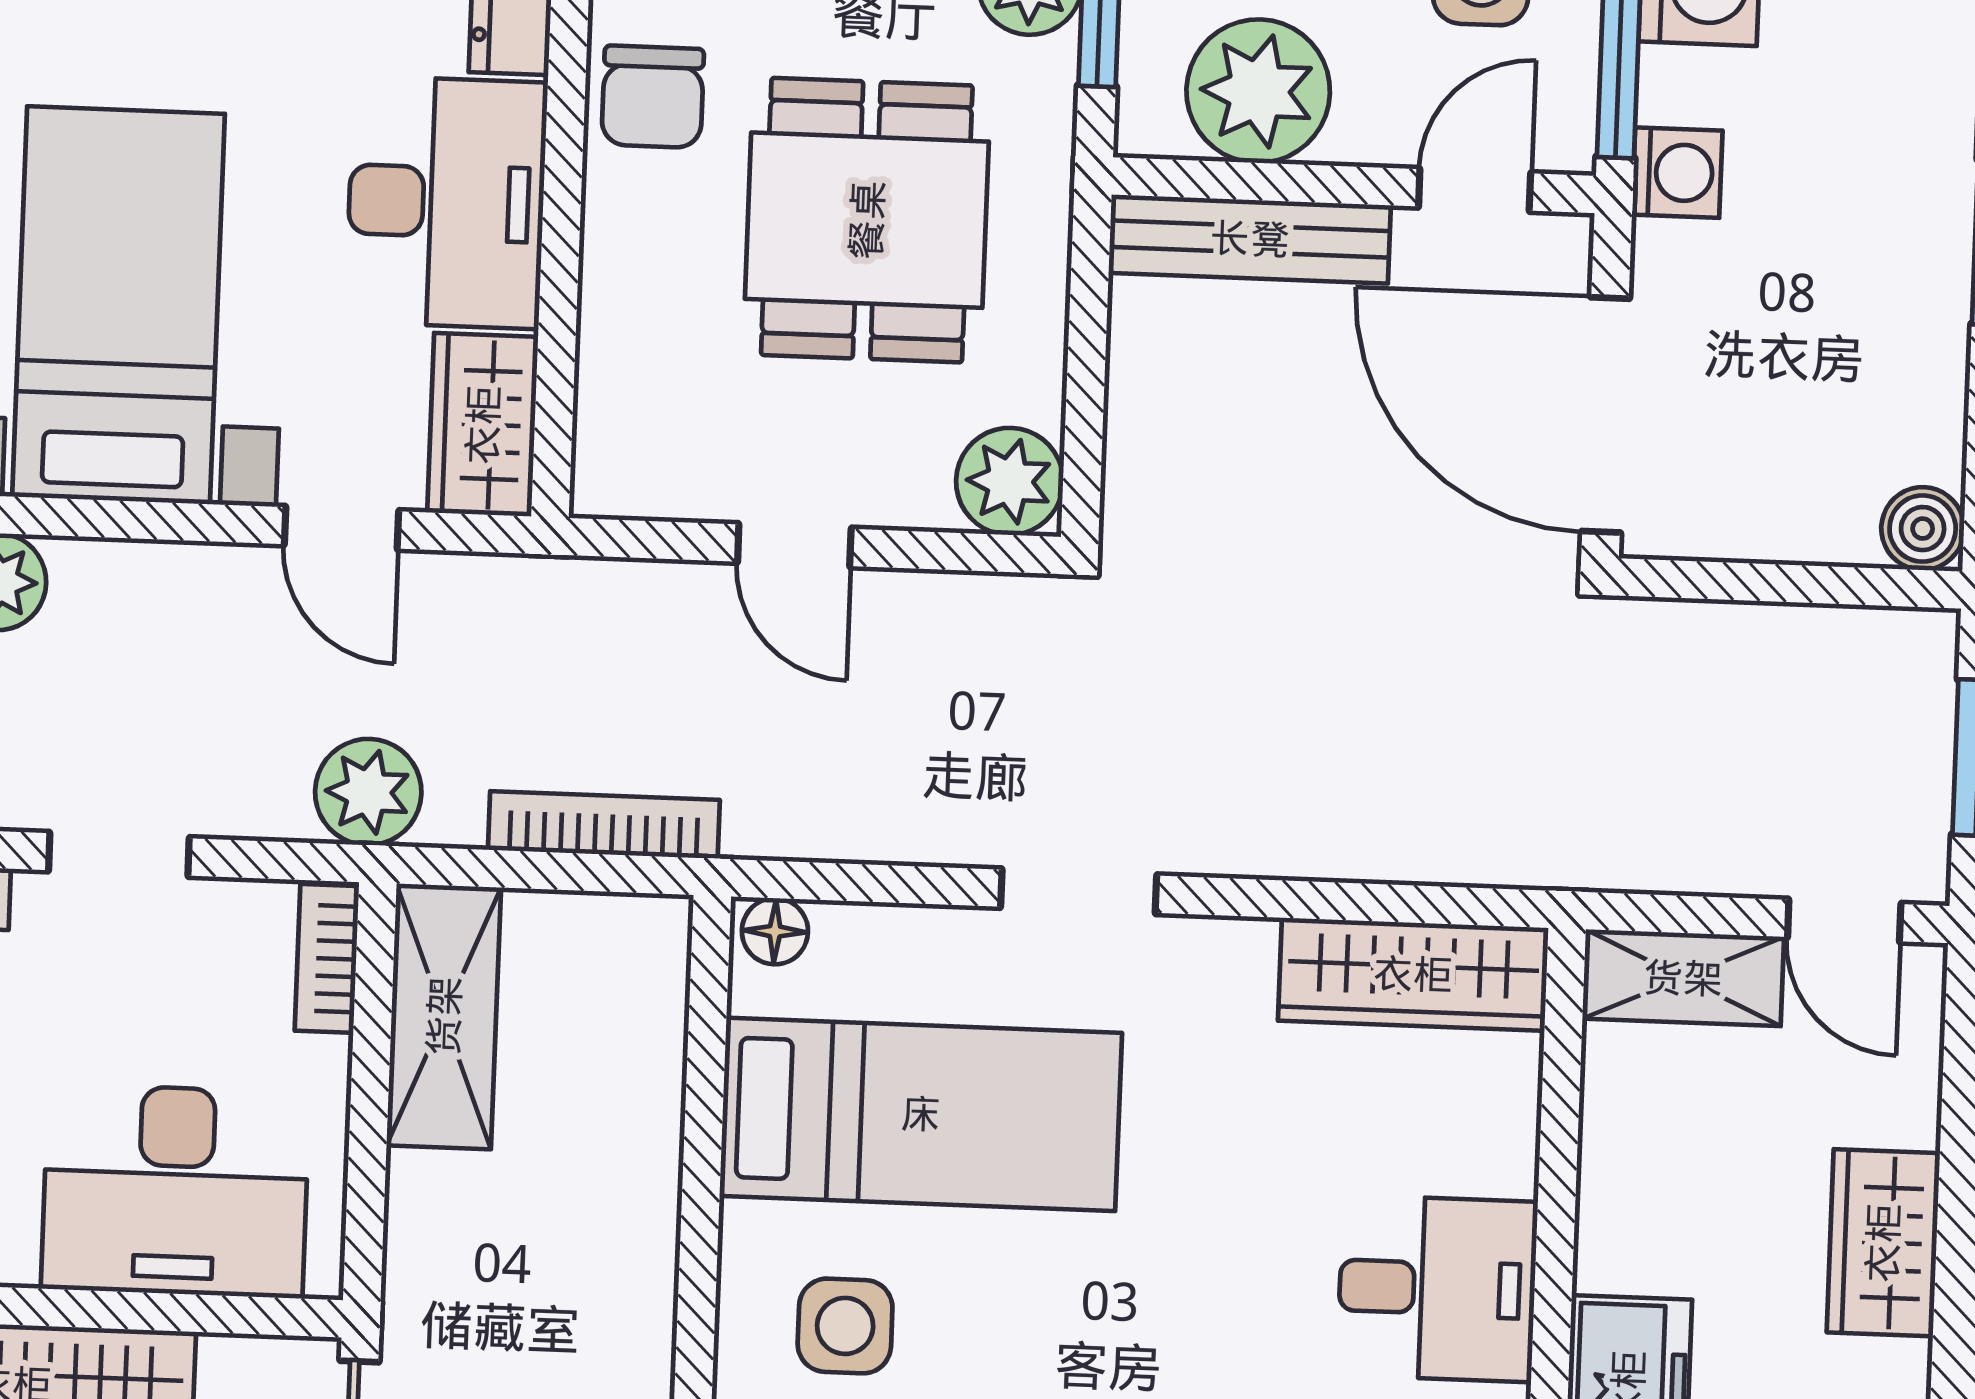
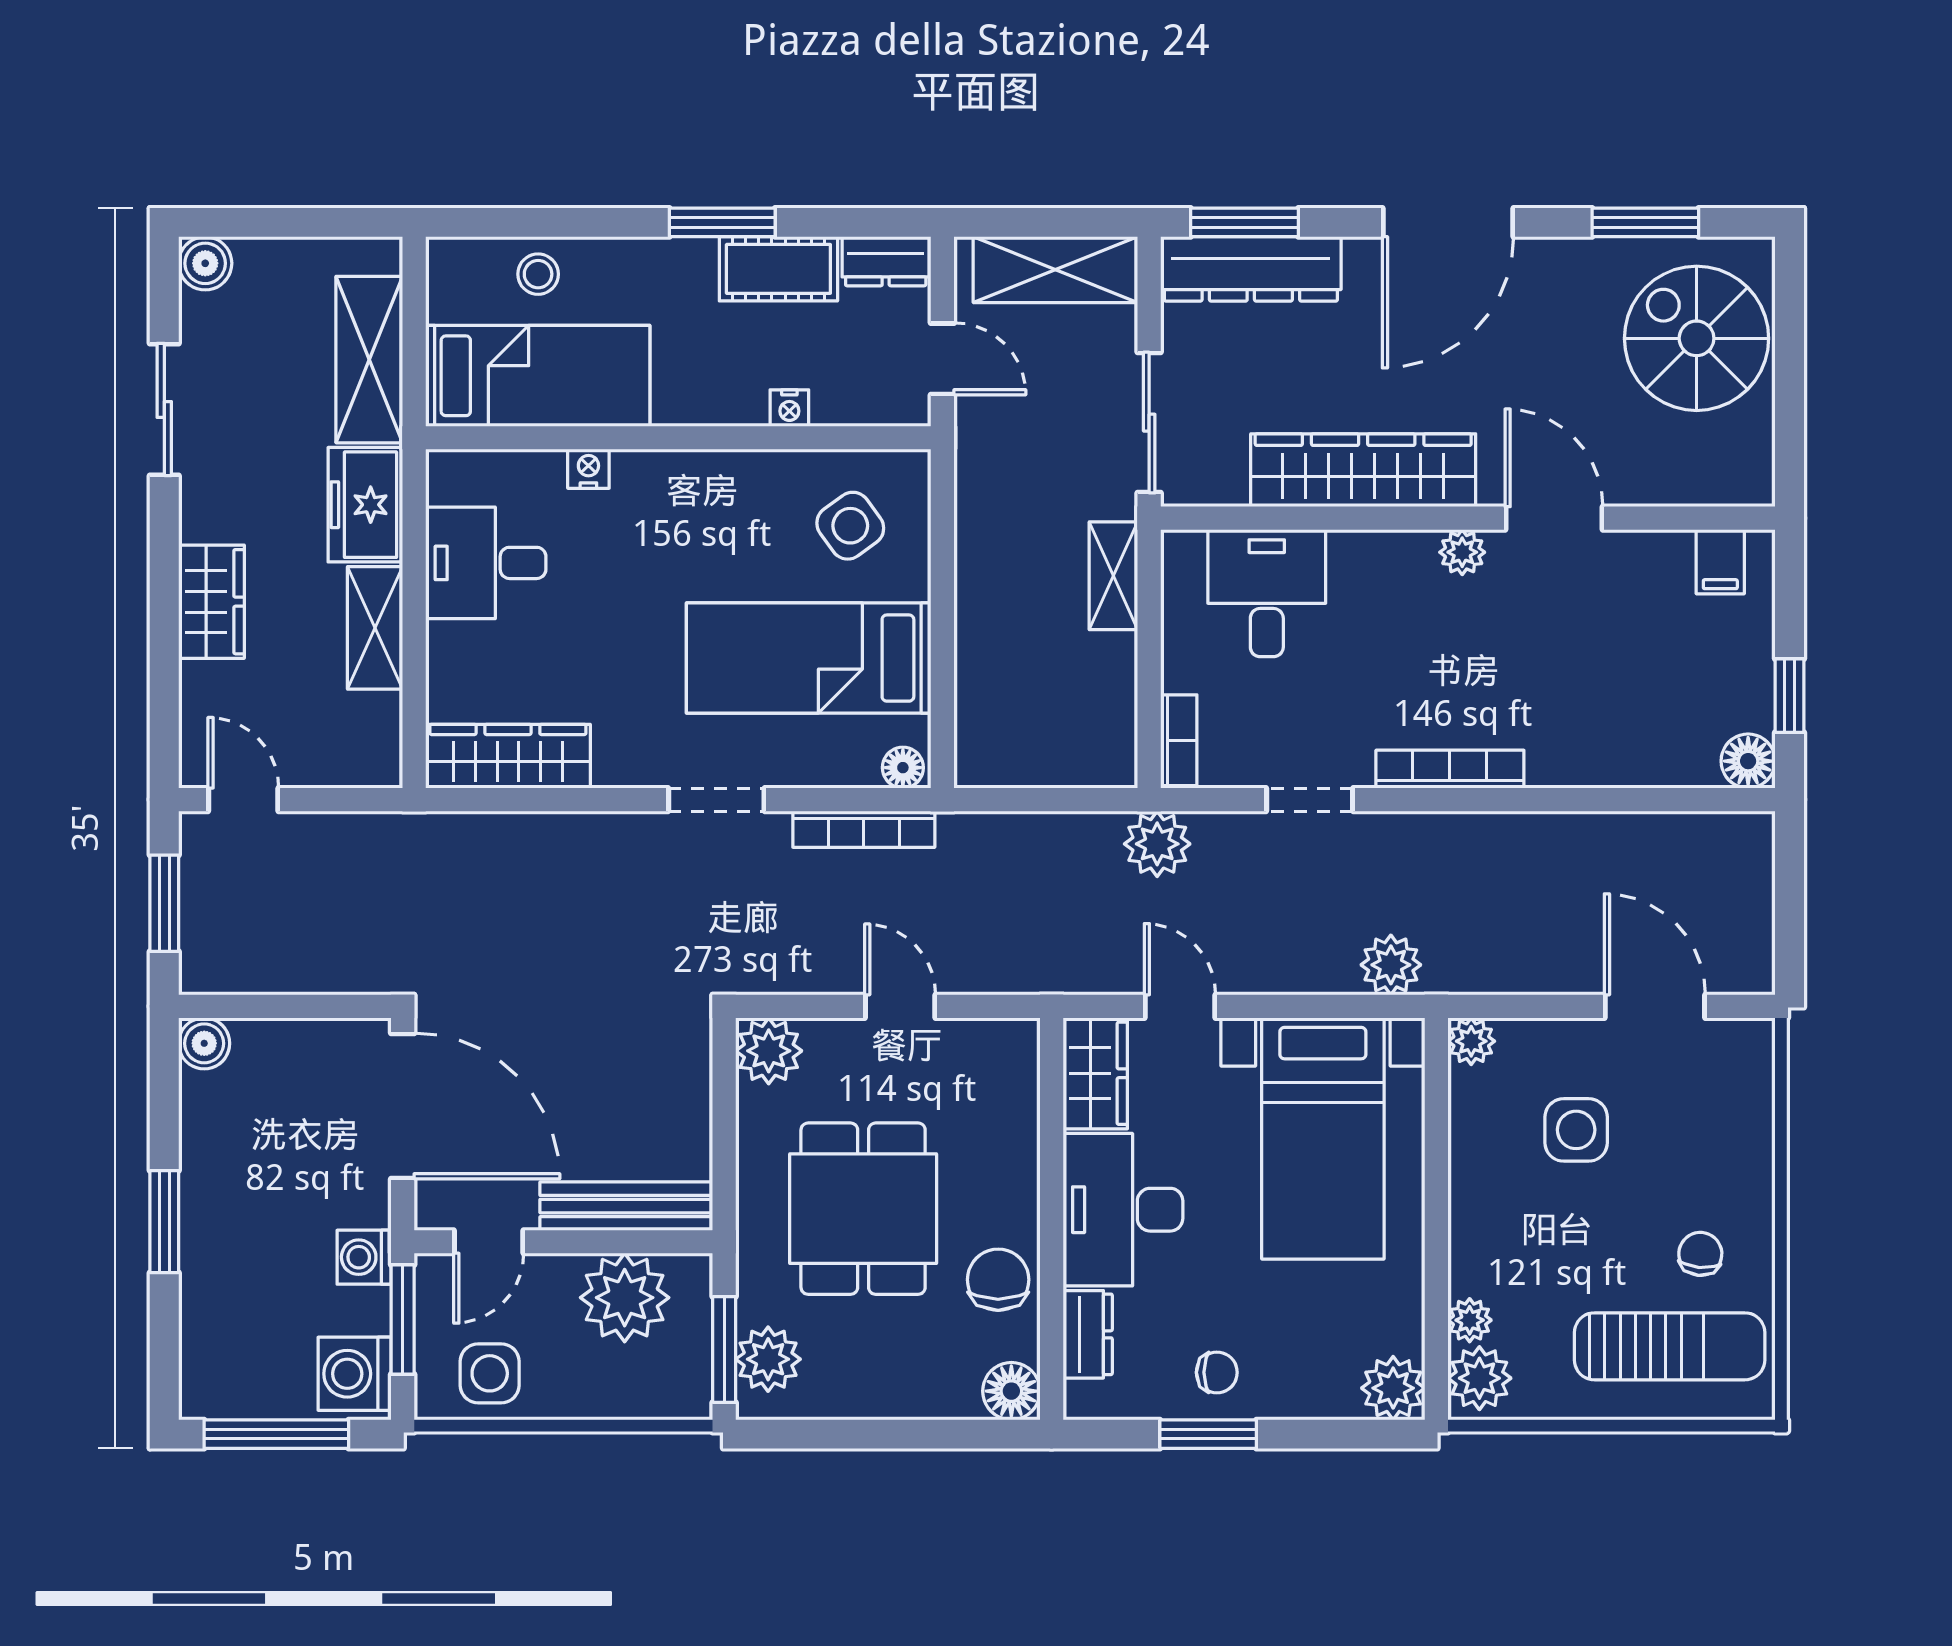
bookcase: (604, 825) -> (864, 829), moved
shelving: (1683, 978) -> (375, 628), moved, turned 90
shelving: (444, 1016) -> (1113, 576), moved, width x0.67, depth x0.75
desk: (175, 1191) -> (1267, 593), width x0.73
side table: (845, 1326) -> (850, 526), turned -36

